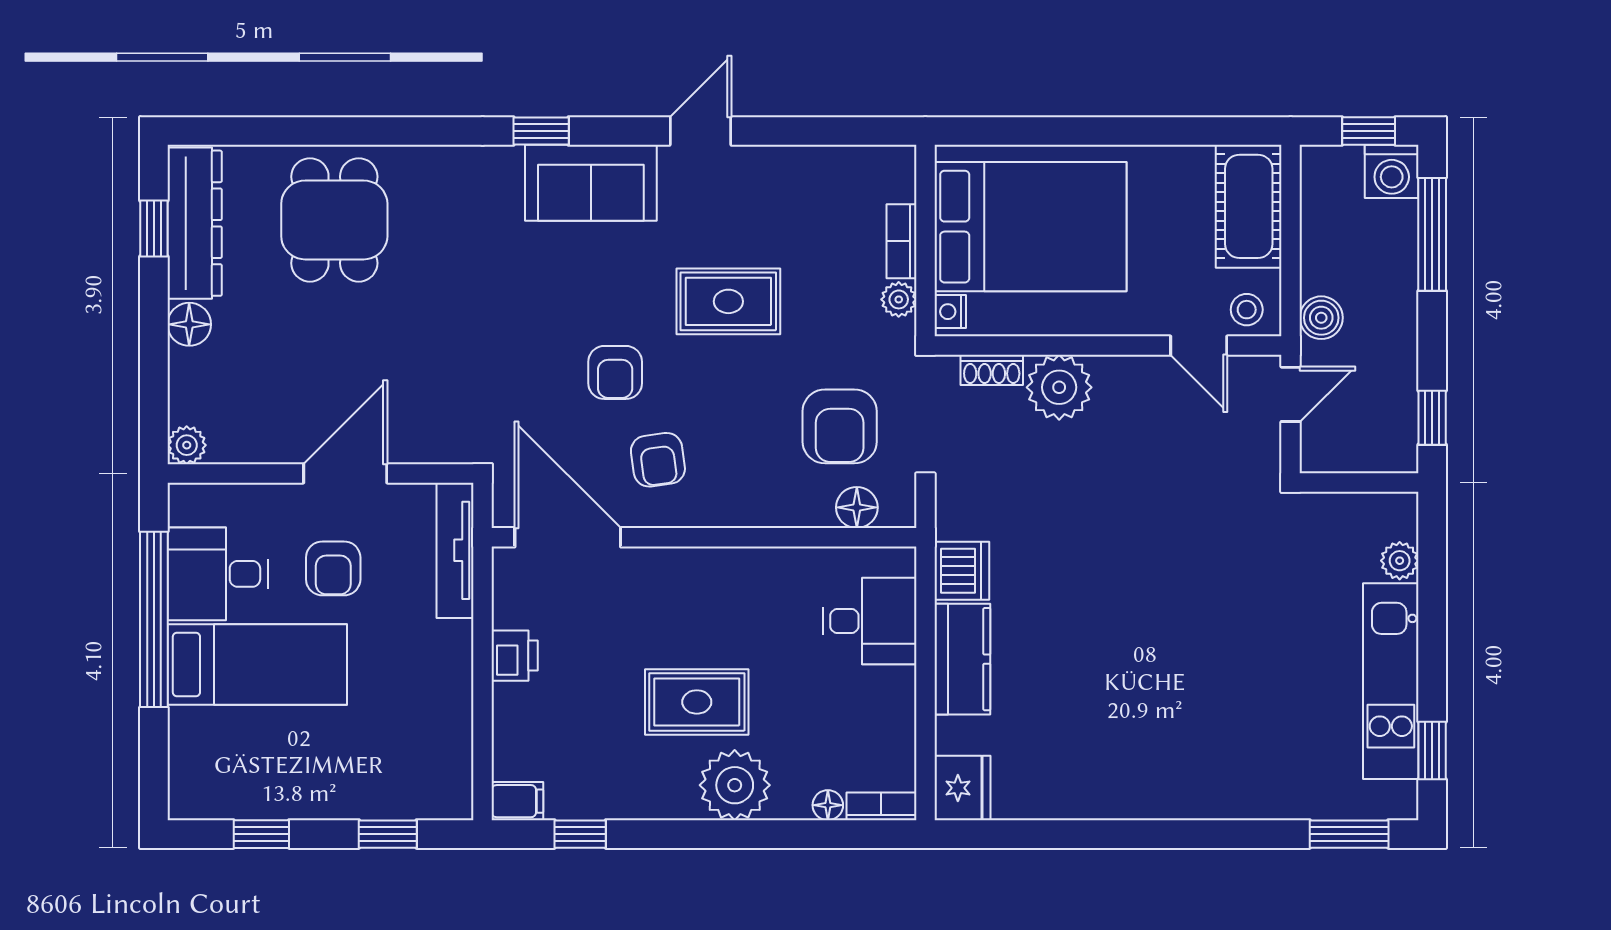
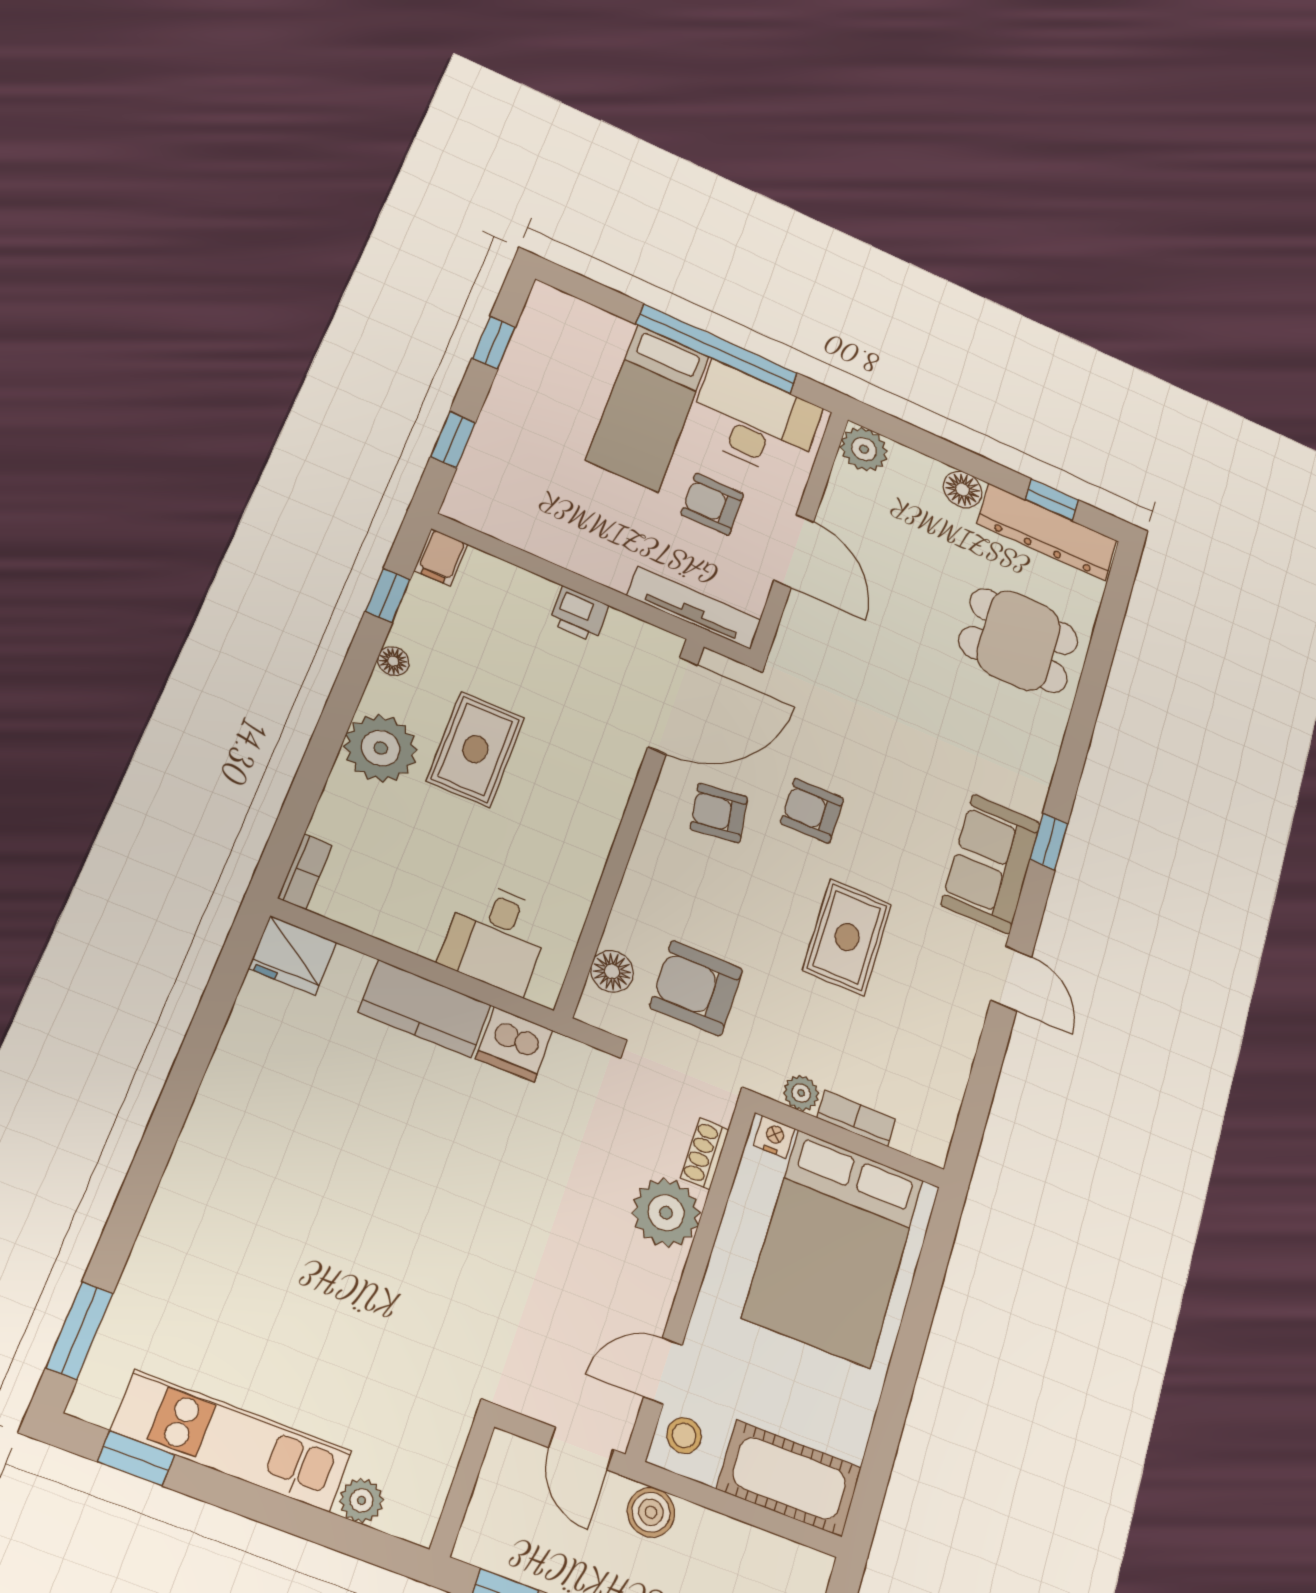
plant: (187, 445) -> (864, 449), width x1.38, depth x1.38
desk: (218, 574) -> (755, 421), width x1.37
floor lamp: (828, 805) -> (393, 661), moved

